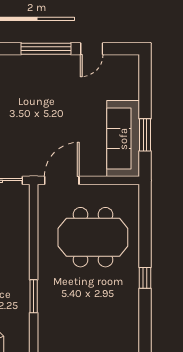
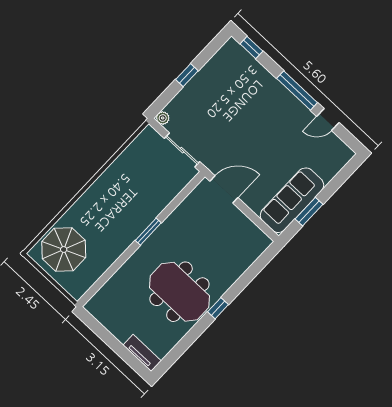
meeting table: (93, 237) -> (179, 292), moved
window: (34, 296) -> (148, 232), moved

